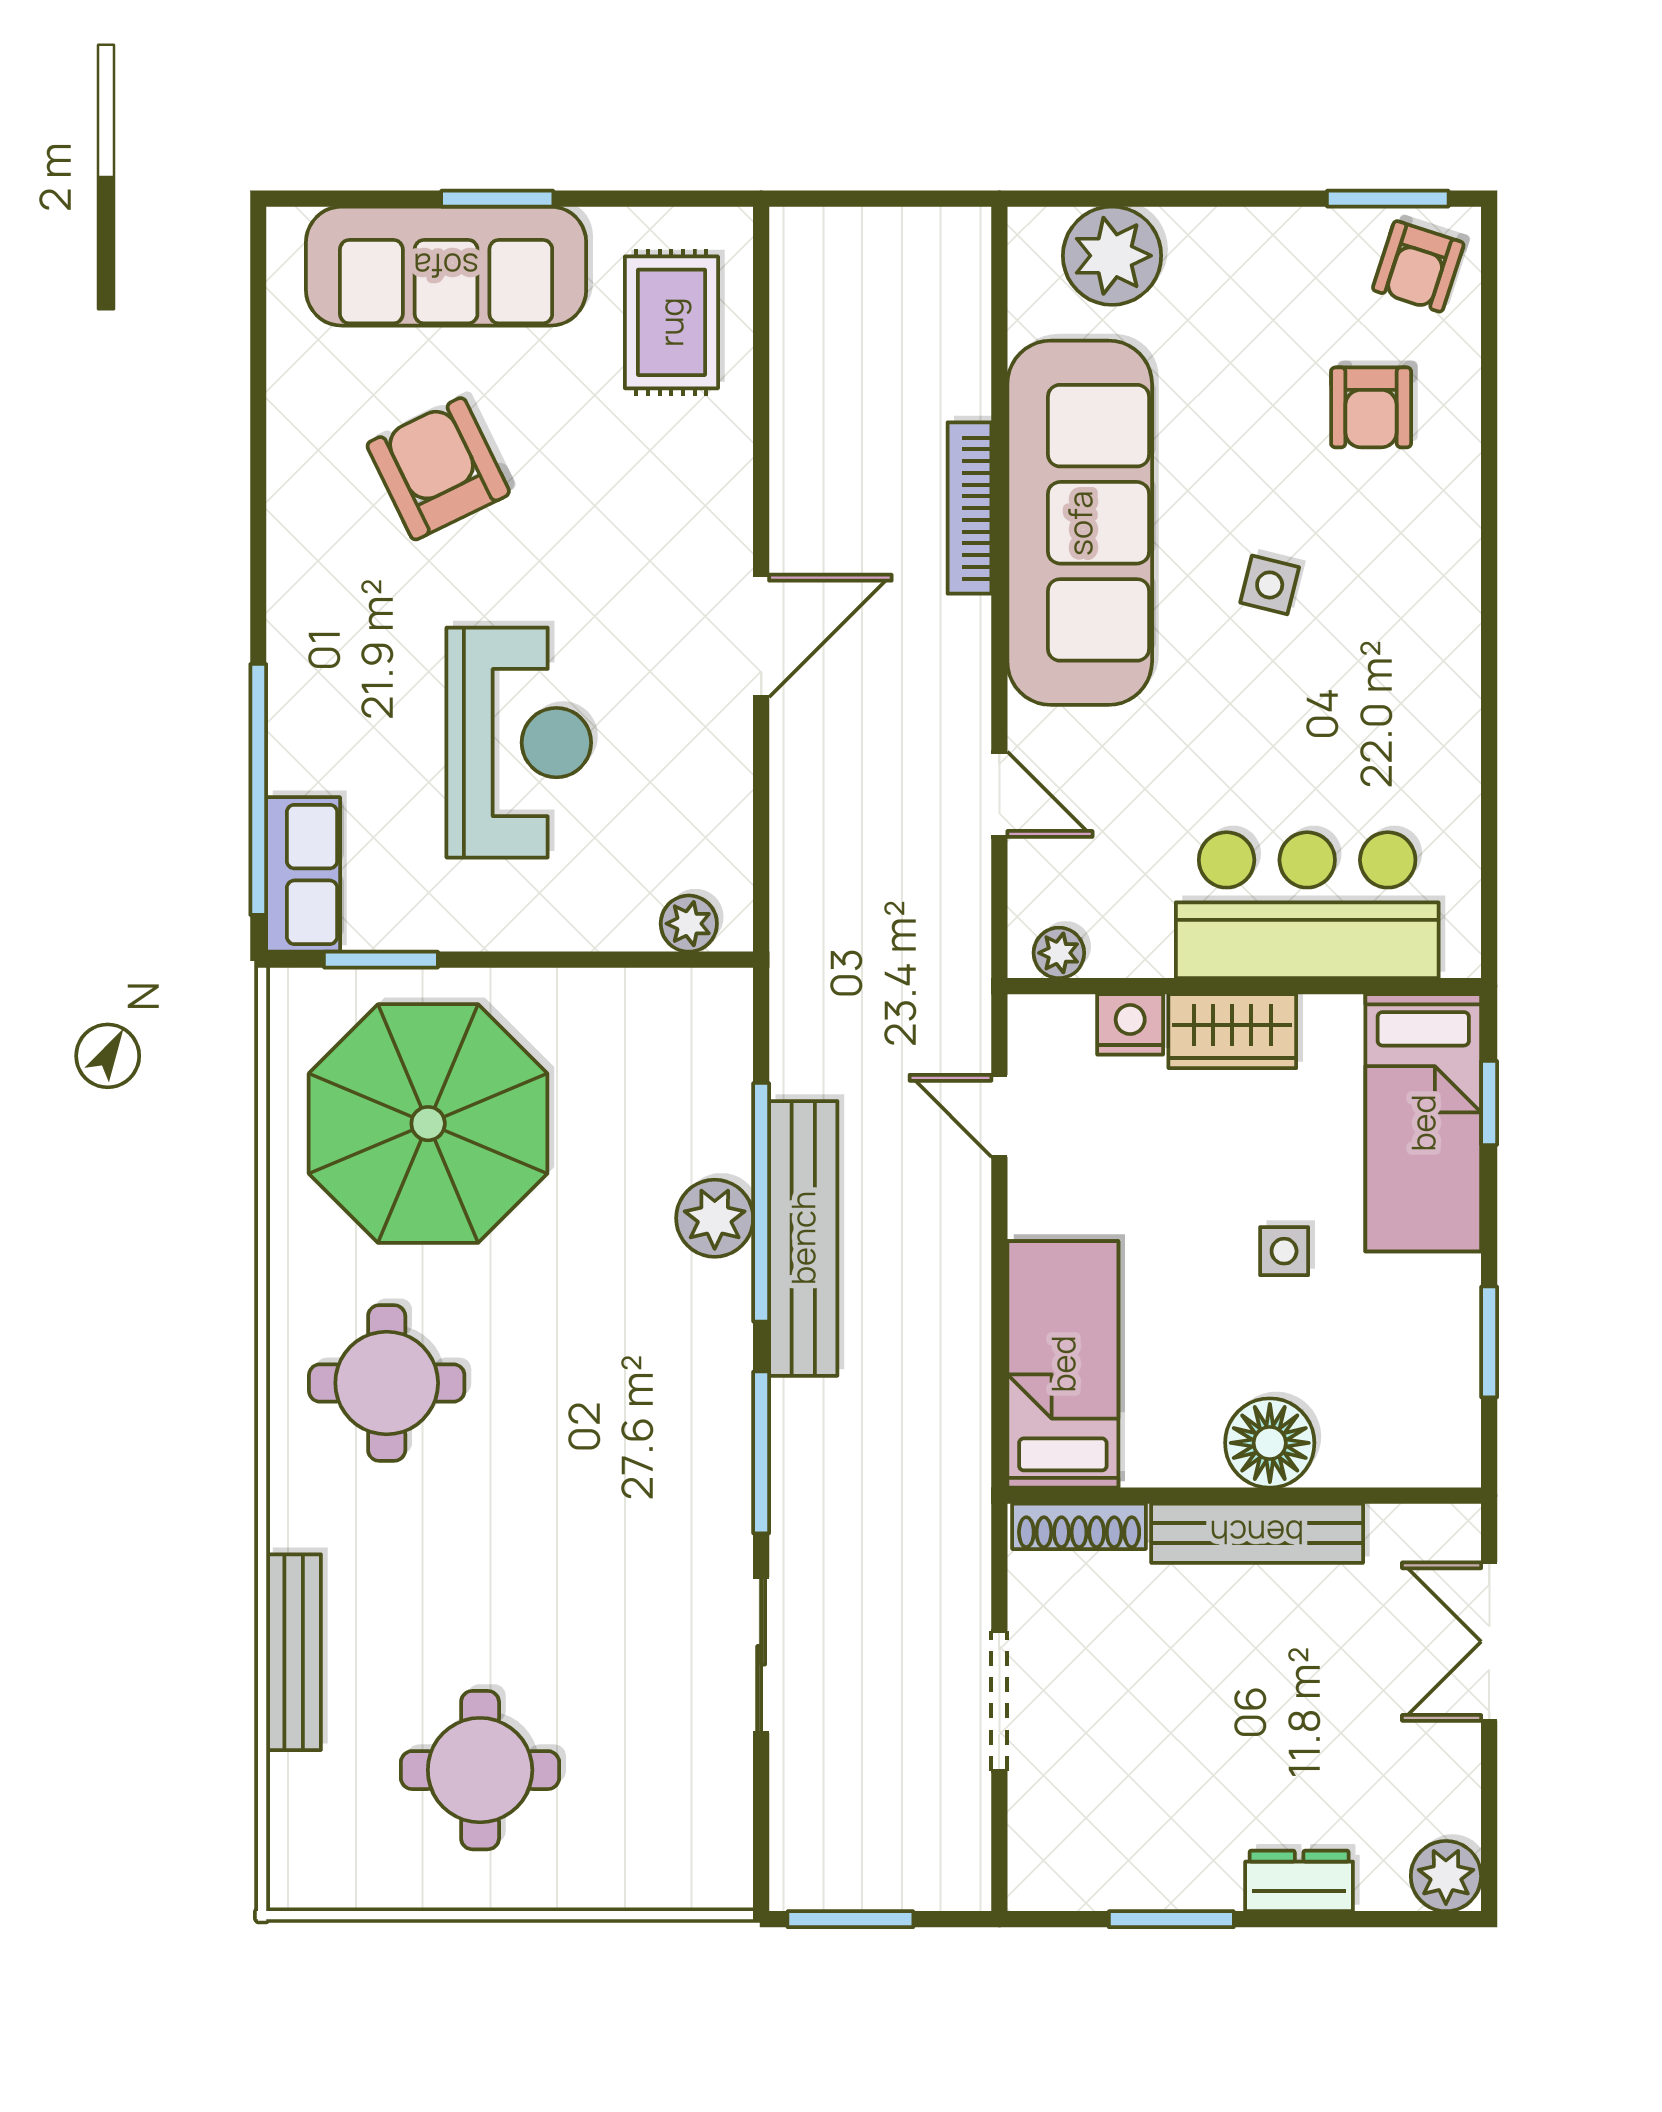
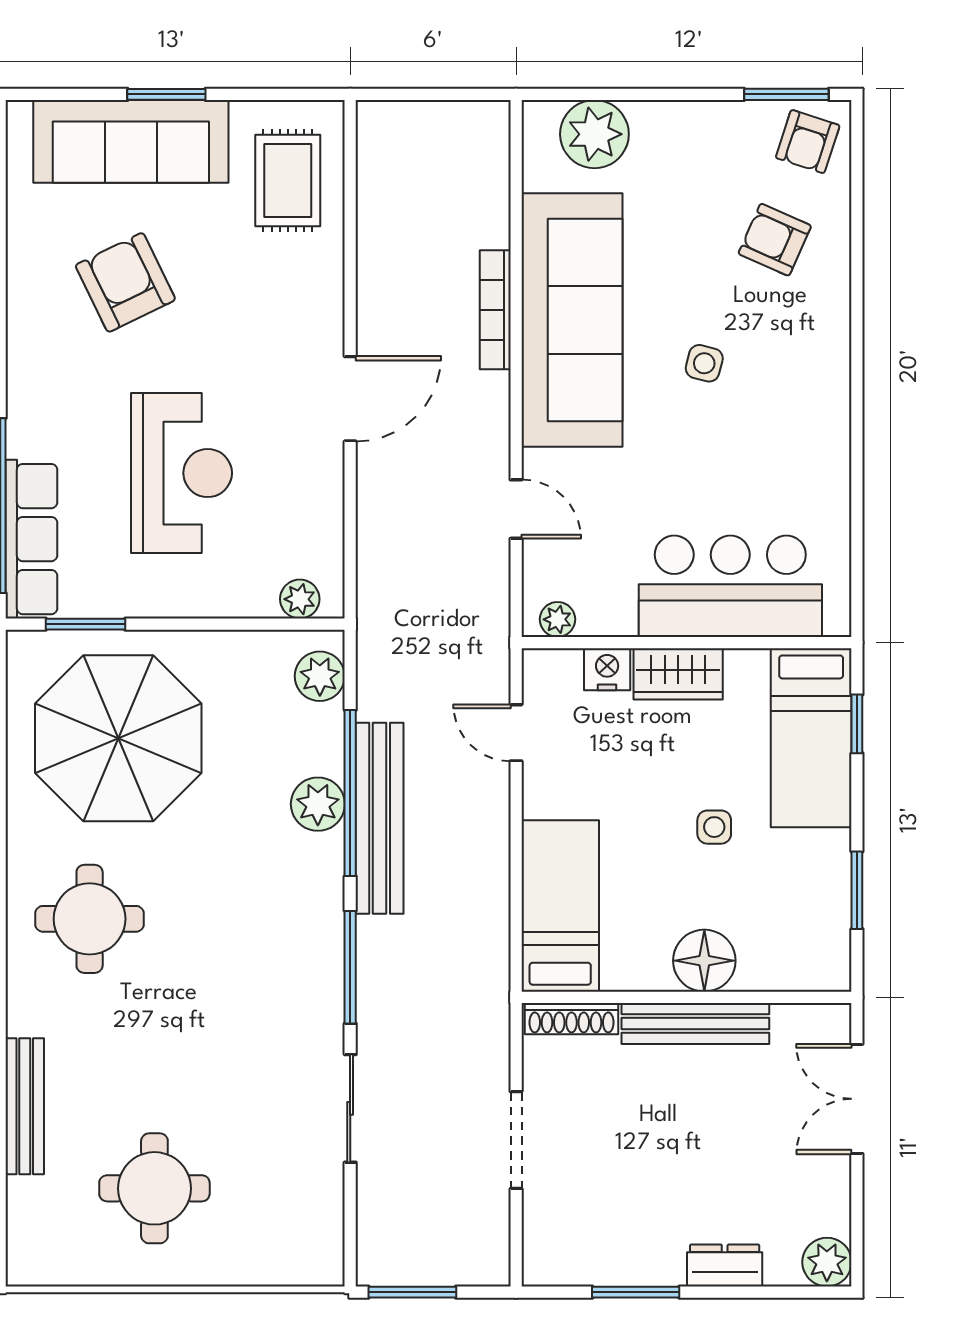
armchair: (1371, 407) -> (775, 240), turned 114
row of seats: (303, 874) -> (31, 539), width x1.48
plant: (717, 1034) -> (320, 676), added

